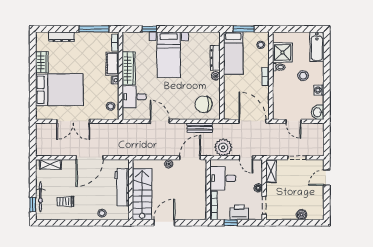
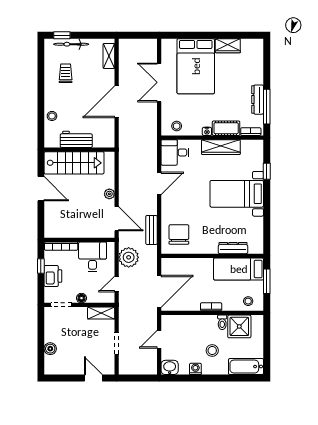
dresser: (62, 37) -> (258, 100), moved
plant: (216, 76) -> (212, 248), removed
desk: (134, 97) -> (175, 152), moved, turned -90
door: (90, 158) -> (117, 102), hinge flipped
workbench: (122, 187) -> (76, 139), width x0.73

